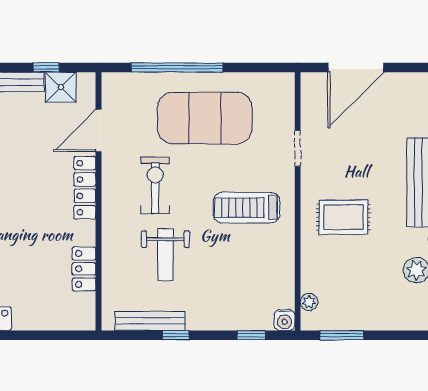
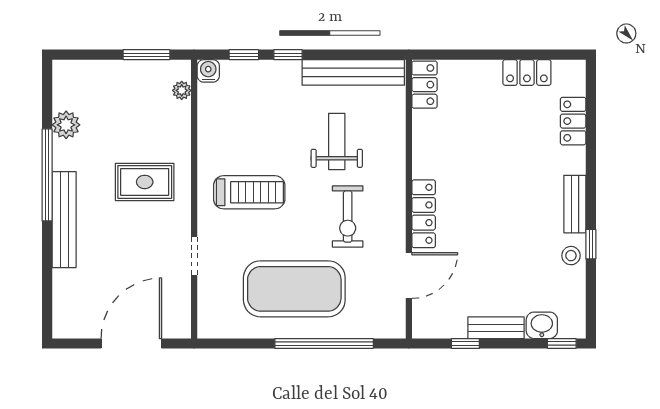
shower: (61, 87) -> (449, 322), removed
locker: (84, 269) -> (424, 85), moved
bench: (150, 321) -> (353, 72), width x1.37, depth x1.21
window: (176, 335) -> (288, 55), moved

